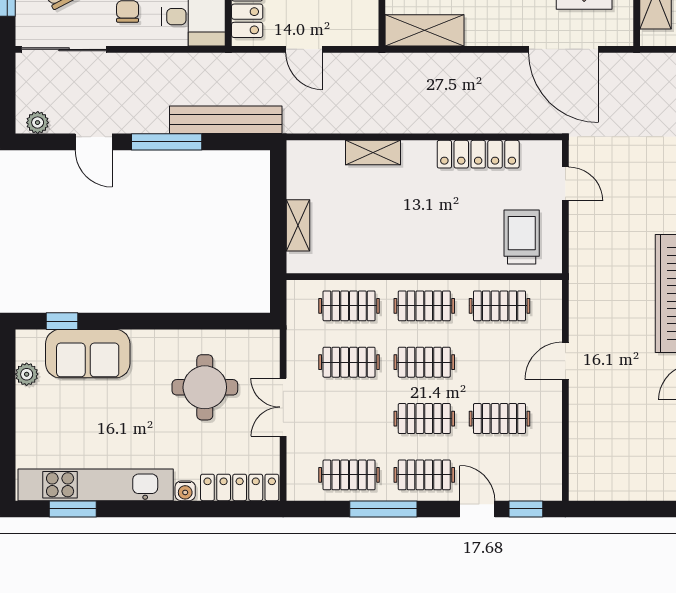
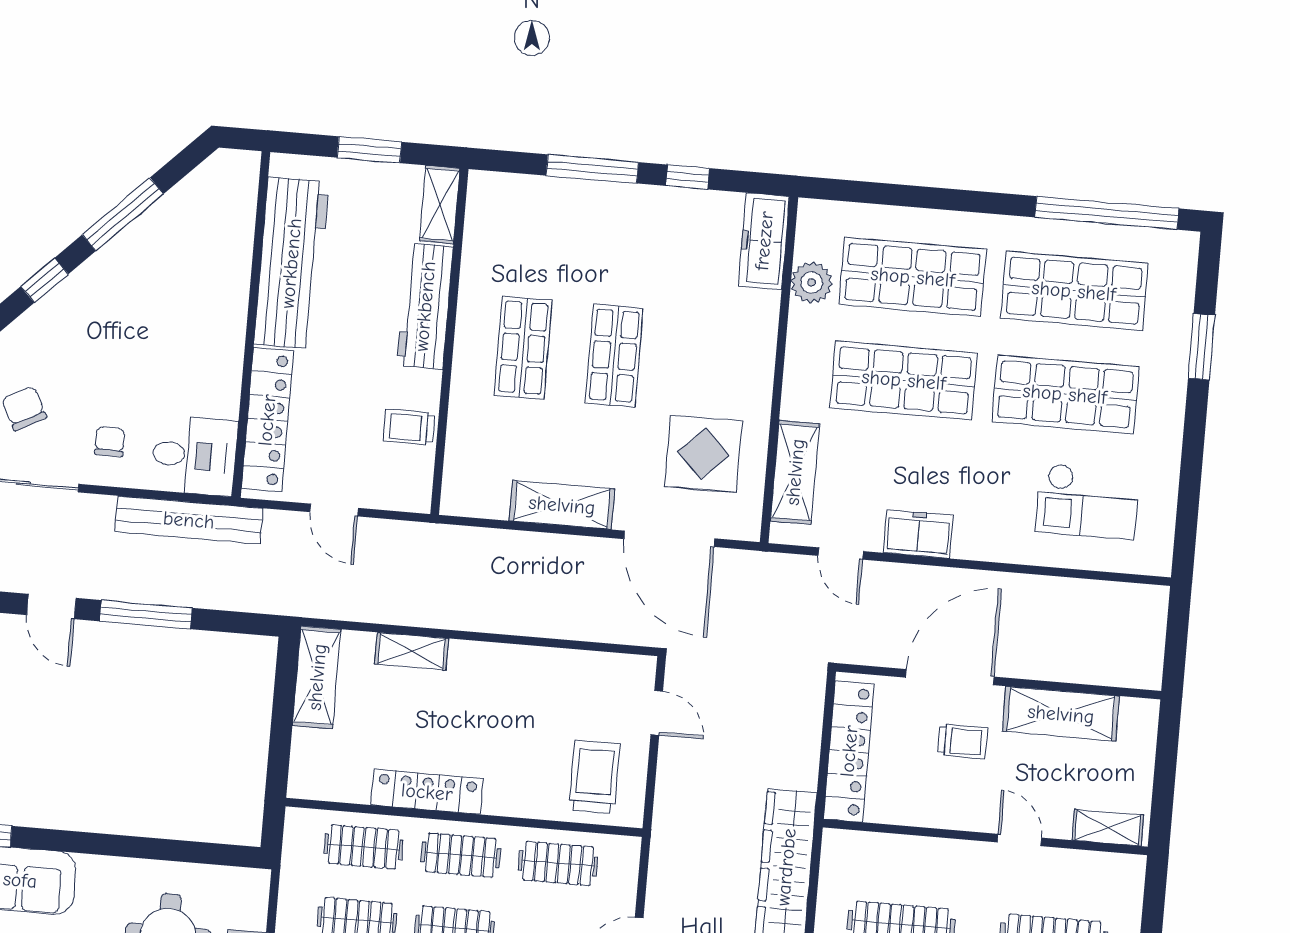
shelving: (424, 30) -> (562, 505), moved
bench: (226, 120) -> (189, 520), moved
locker: (478, 154) -> (427, 792), moved, turned 180
shelving: (298, 225) -> (317, 677), moved, width x1.50, depth x1.33

